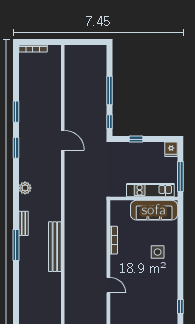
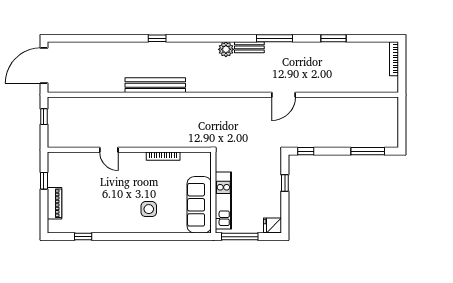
window: (110, 91) -> (368, 151), moved
window: (16, 112) -> (334, 38), moved
window: (16, 148) -> (274, 38), width x1.44
bench: (23, 223) -> (249, 47), moved
window: (16, 245) -> (157, 38), width x0.46
door: (108, 285) -> (109, 150), hinge flipped

